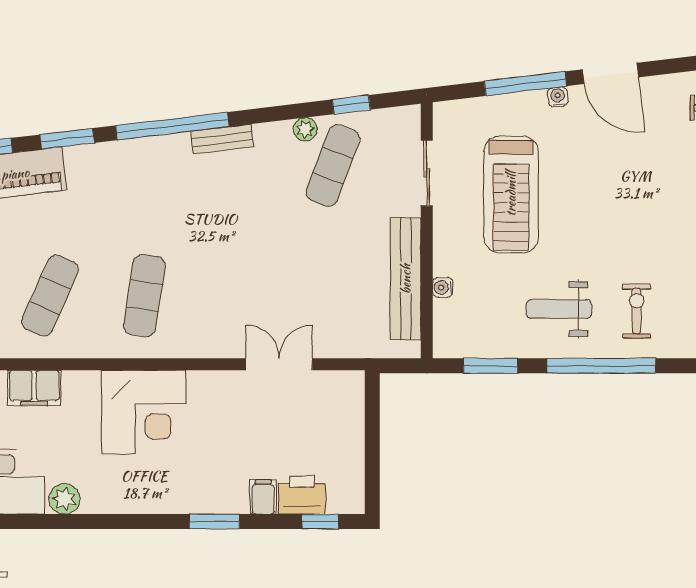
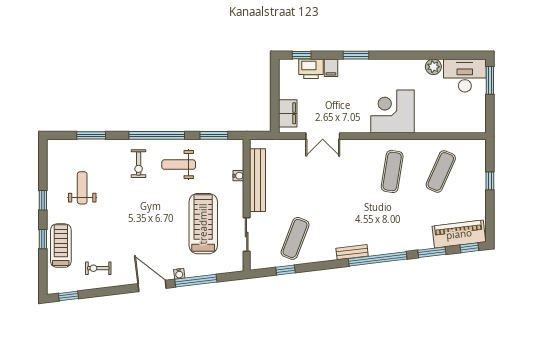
plant: (305, 129) -> (309, 257), removed
weight bench: (559, 309) -> (179, 165), turned 180
filing cabinet: (34, 388) -> (288, 113), moved, turned 90

